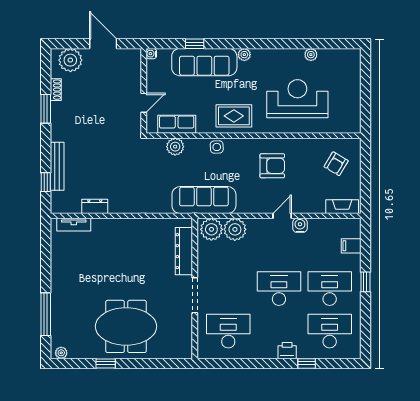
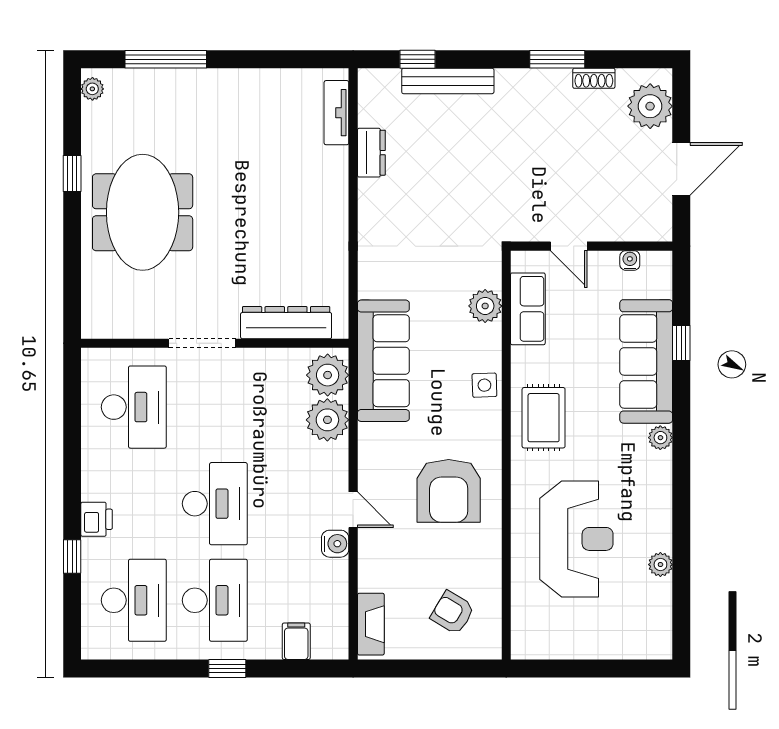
water cooler: (151, 54) -> (630, 260), moved
armchair: (272, 166) -> (449, 491), width x1.36, depth x1.36

